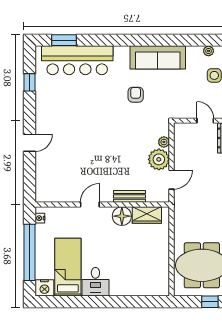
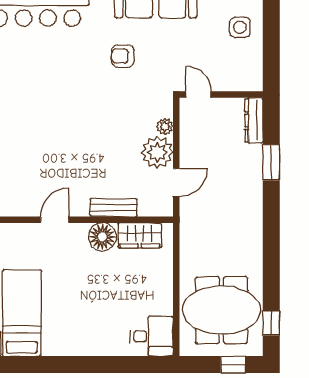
armchair: (136, 95) -> (123, 56), turned -90
door: (205, 121) -> (198, 95), moved
desk: (95, 282) -> (152, 336), moved, turned -90

